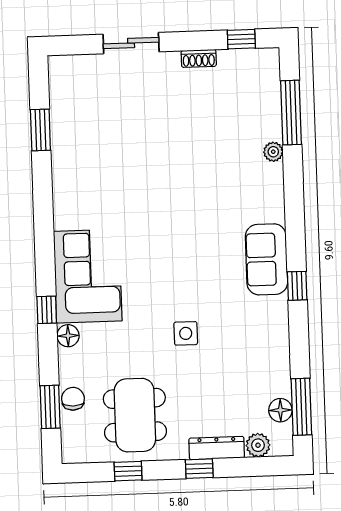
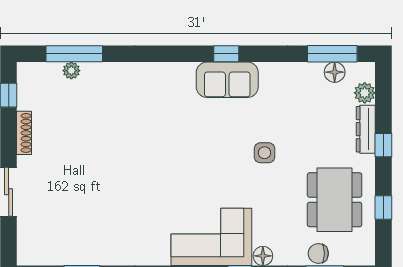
shoe rack: (199, 58) -> (24, 133), width x1.43
plant: (273, 152) -> (71, 71), moved
sofa: (266, 259) -> (227, 80), moved
dining table: (135, 415) -> (335, 200), turned 90

